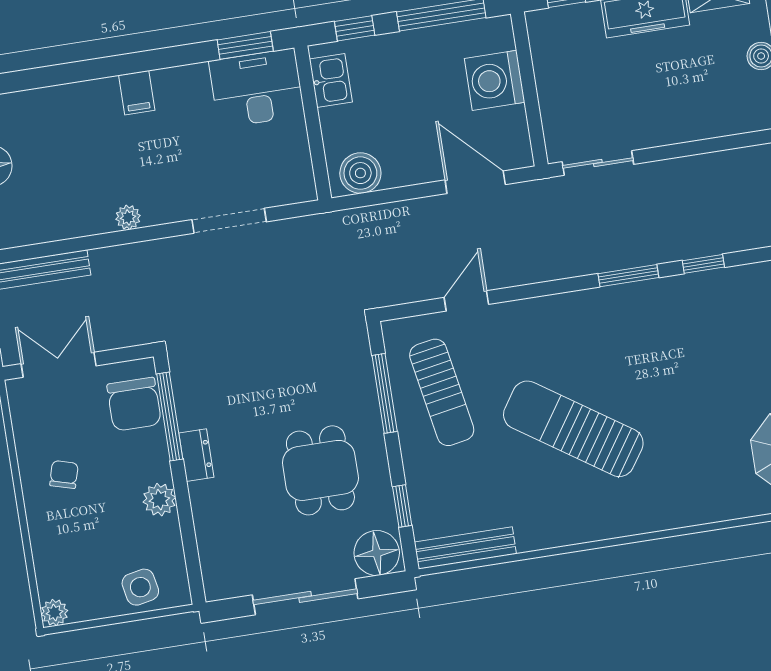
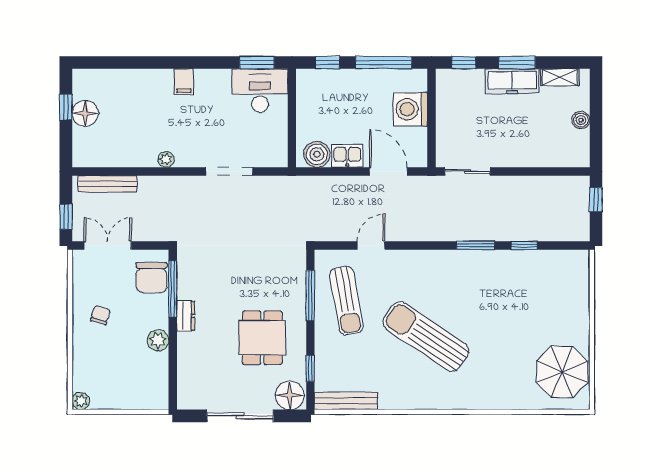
kitchen sink: (331, 80) -> (347, 156), moved, turned -90
side table: (140, 587) -> (137, 394), removed

